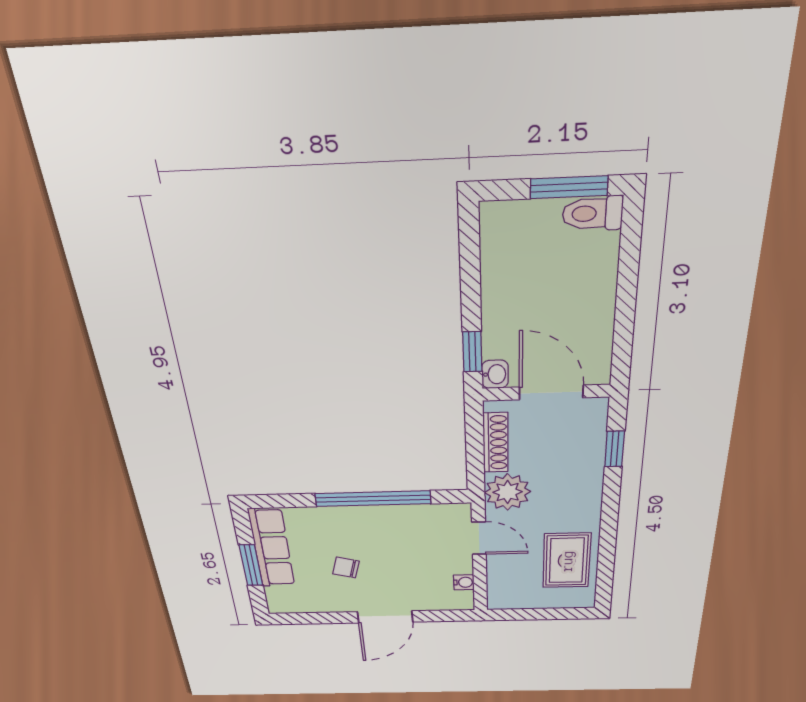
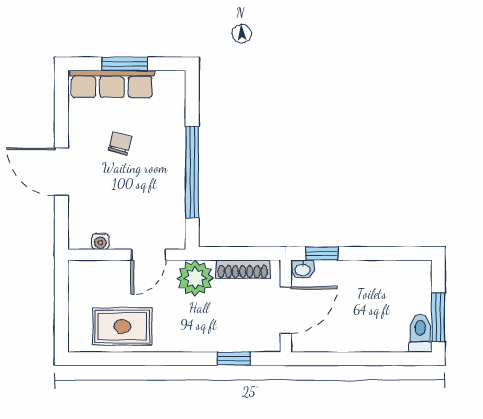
row of seats: (272, 548) -> (112, 84), moved

